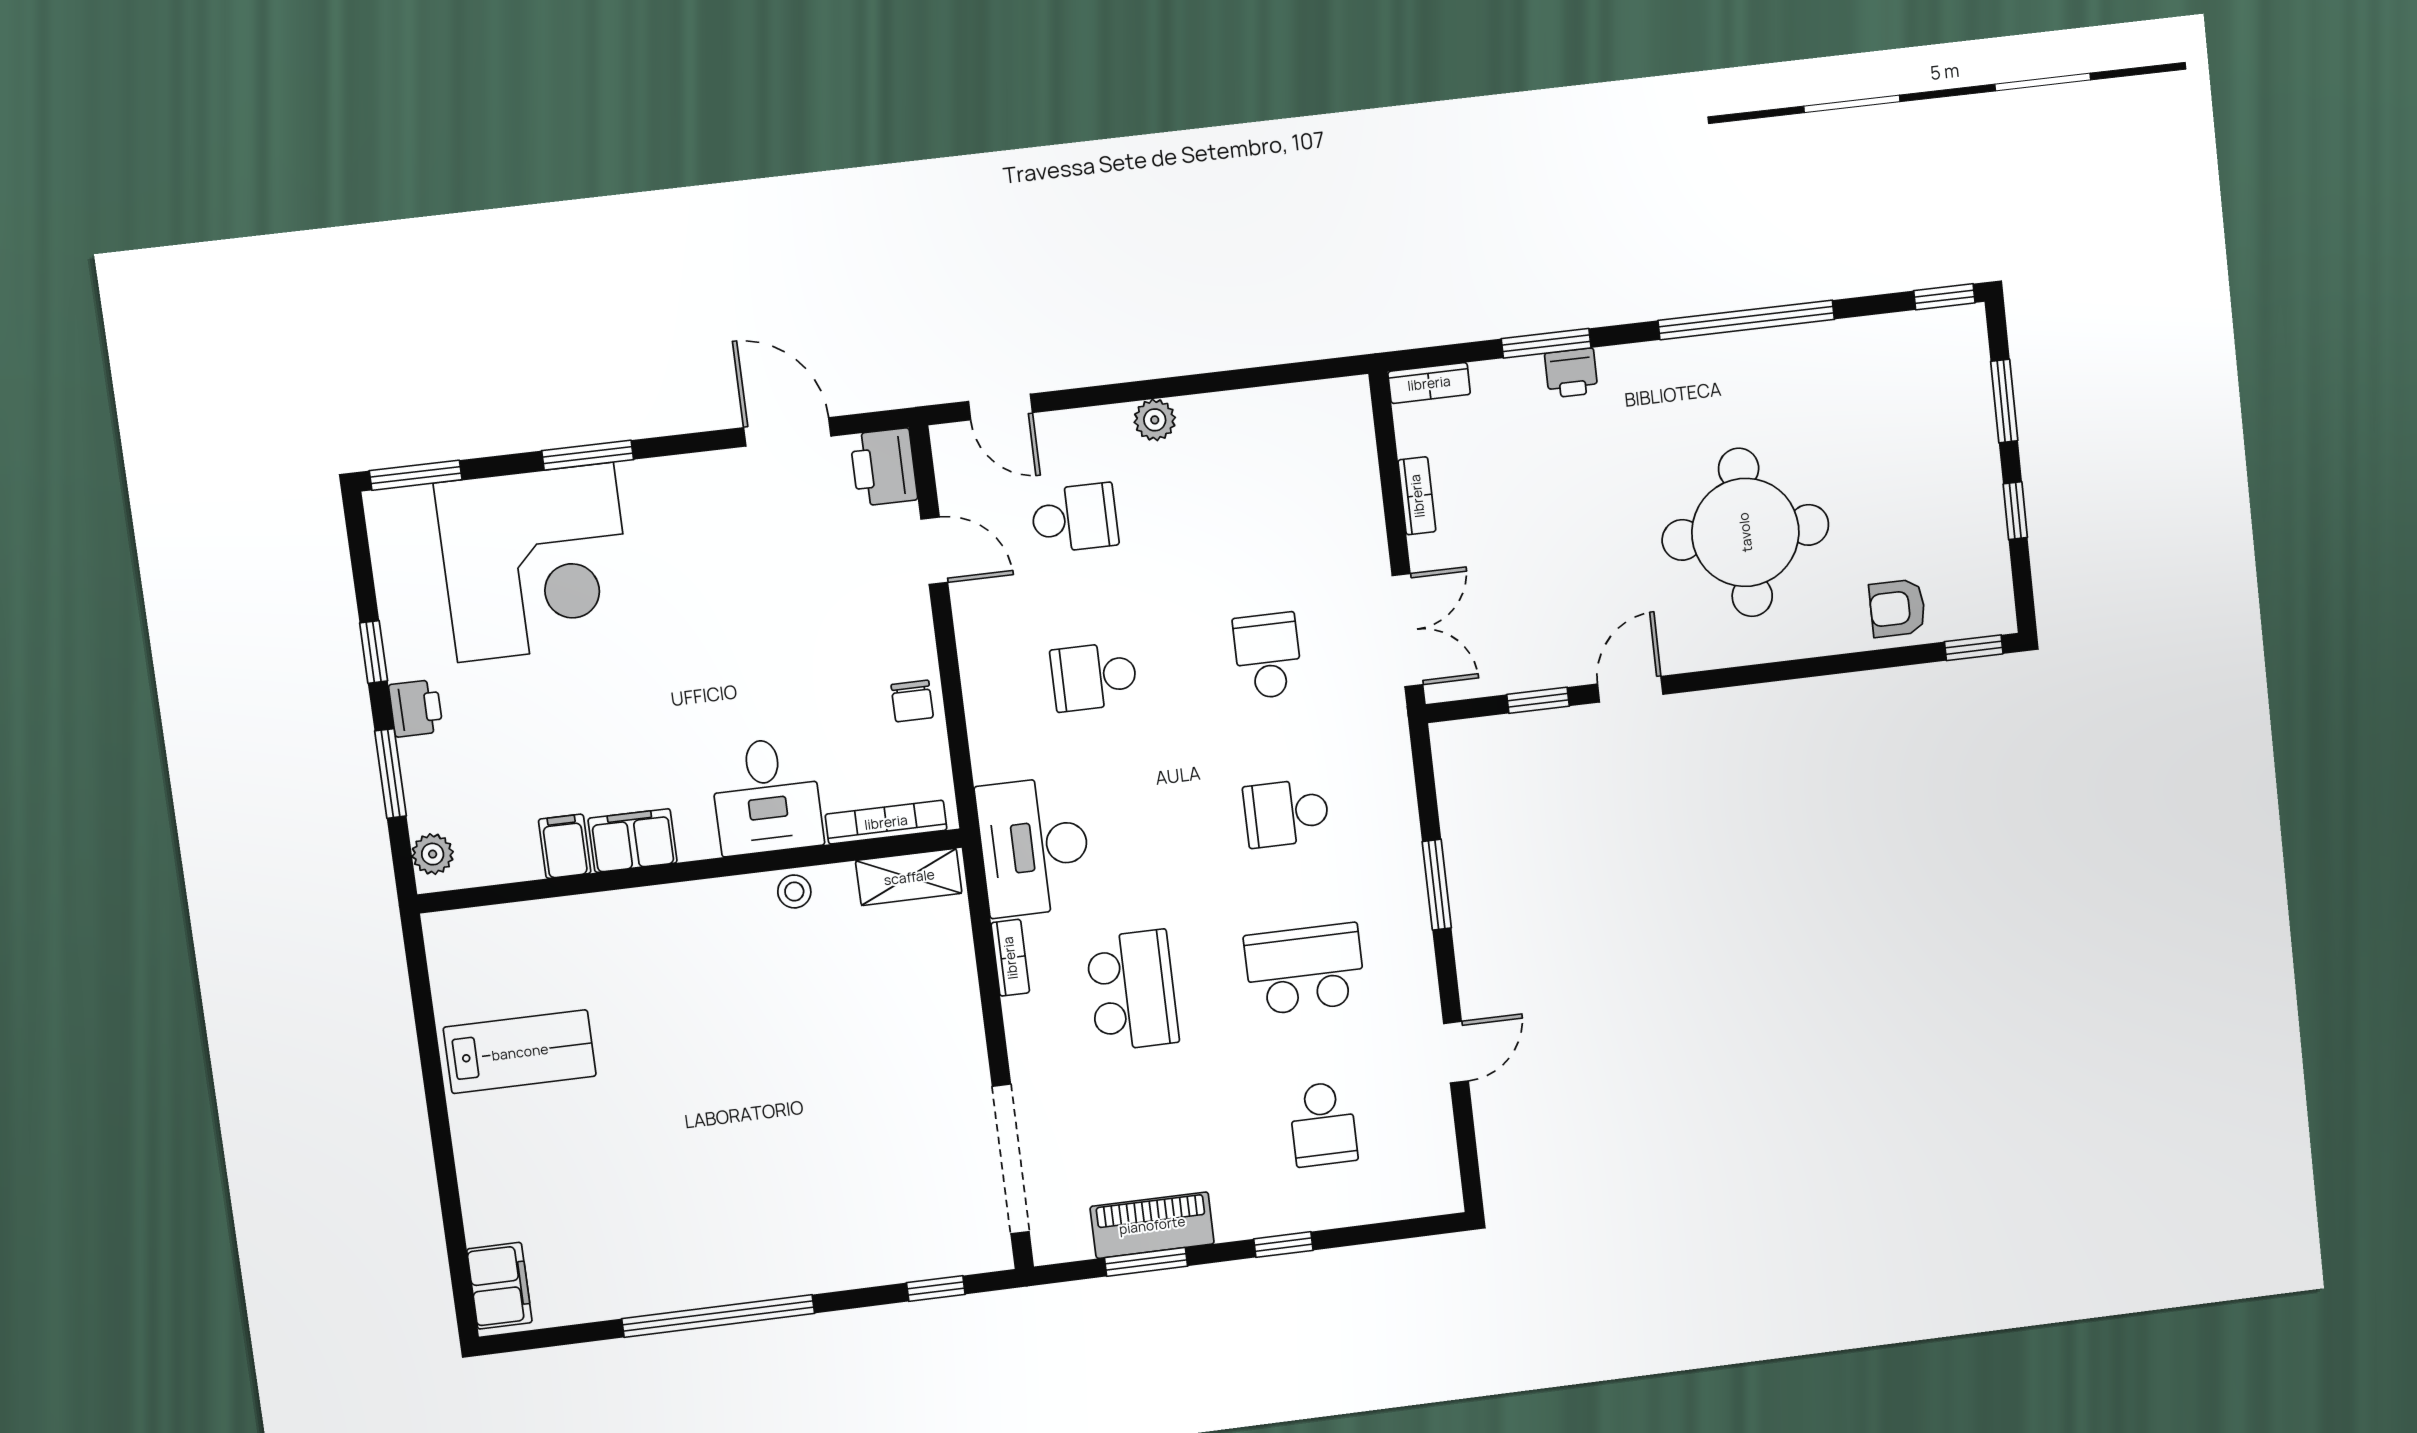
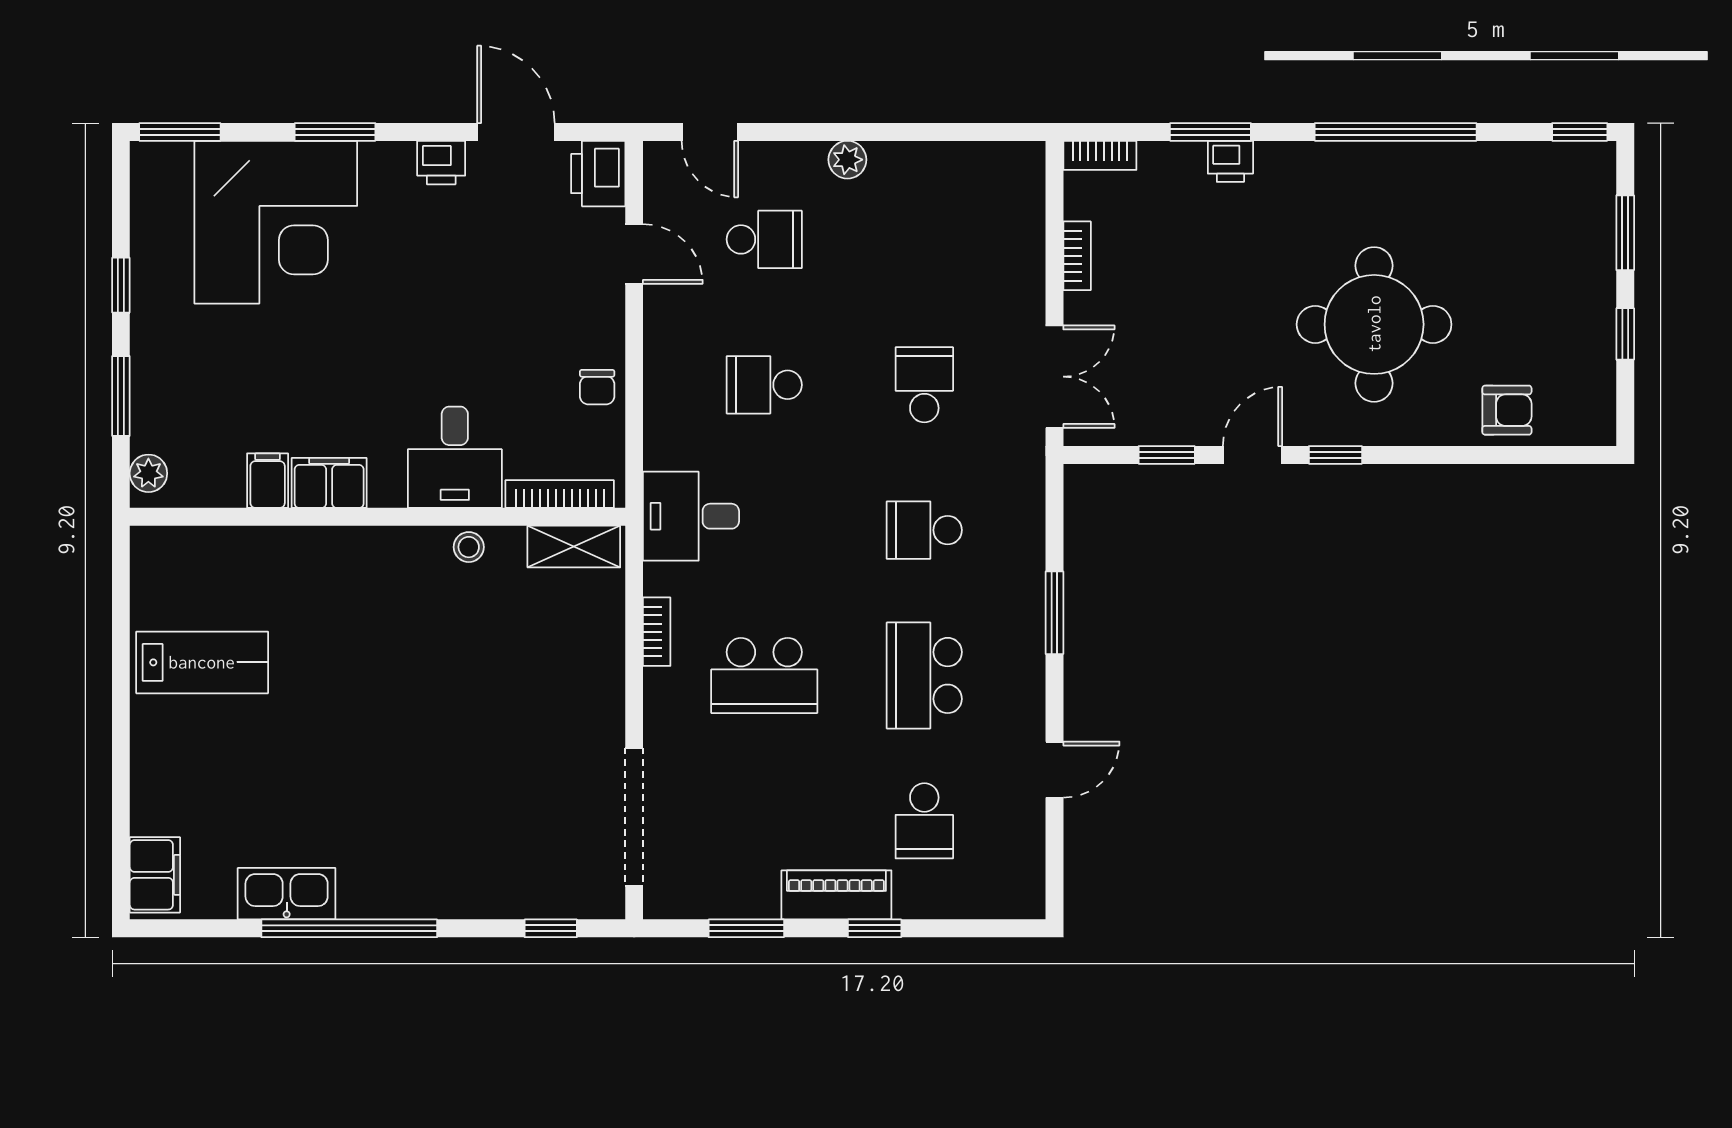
armchair: (1897, 608) -> (1507, 410), turned 180
window: (1974, 648) -> (1335, 455), moved
printer: (416, 708) -> (441, 163), moved, turned 90
desk: (1034, 847) -> (691, 516), width x0.73
school desk: (1305, 969) -> (924, 675), turned -90
school desk: (1132, 990) -> (764, 675), turned 90
piano: (1152, 1225) -> (836, 895), moved
kitchen sink: (645, 1288) -> (287, 894), added

